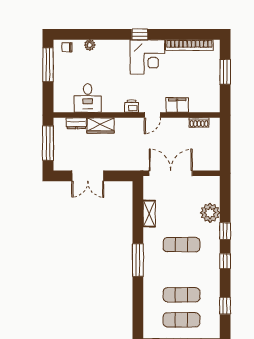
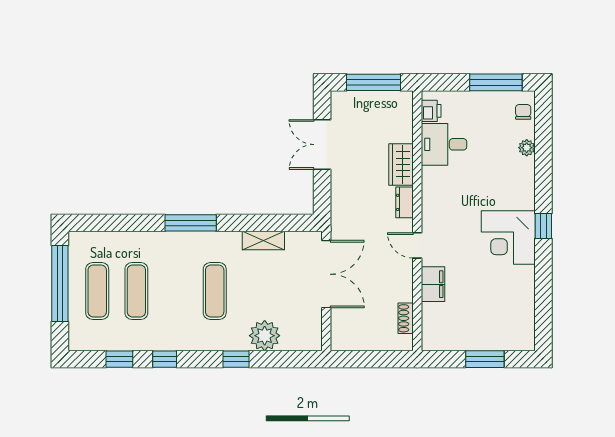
bookcase: (189, 45) -> (527, 303), removed
printer: (132, 106) -> (431, 111), moved
dresser: (76, 123) -> (404, 202), moved
window: (225, 261) -> (165, 359), moved

